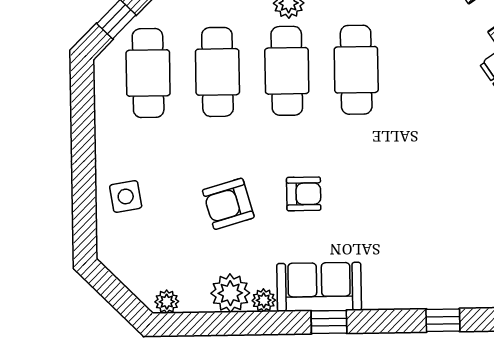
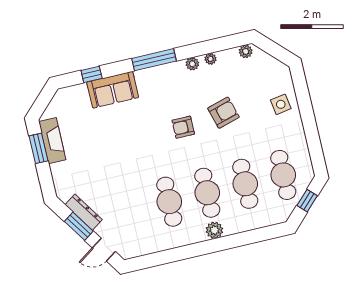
sofa: (319, 287) -> (113, 90), moved
plant: (230, 293) -> (211, 59), width x0.53, depth x0.53
window: (329, 322) -> (154, 60), width x2.17

